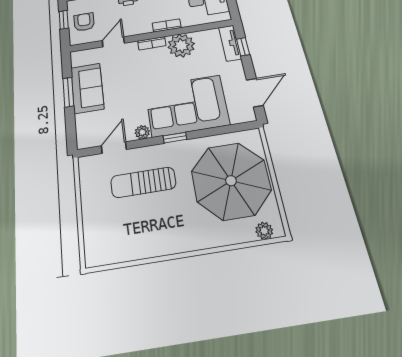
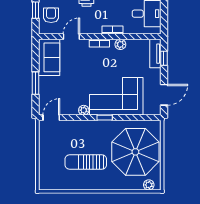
plant: (181, 46) -> (120, 44), width x0.53, depth x0.53
sofa: (87, 88) -> (49, 57), moved
window: (68, 92) -> (36, 83), moved
door: (114, 148) -> (51, 118), moved
sun lounger: (143, 182) -> (86, 162), moved

